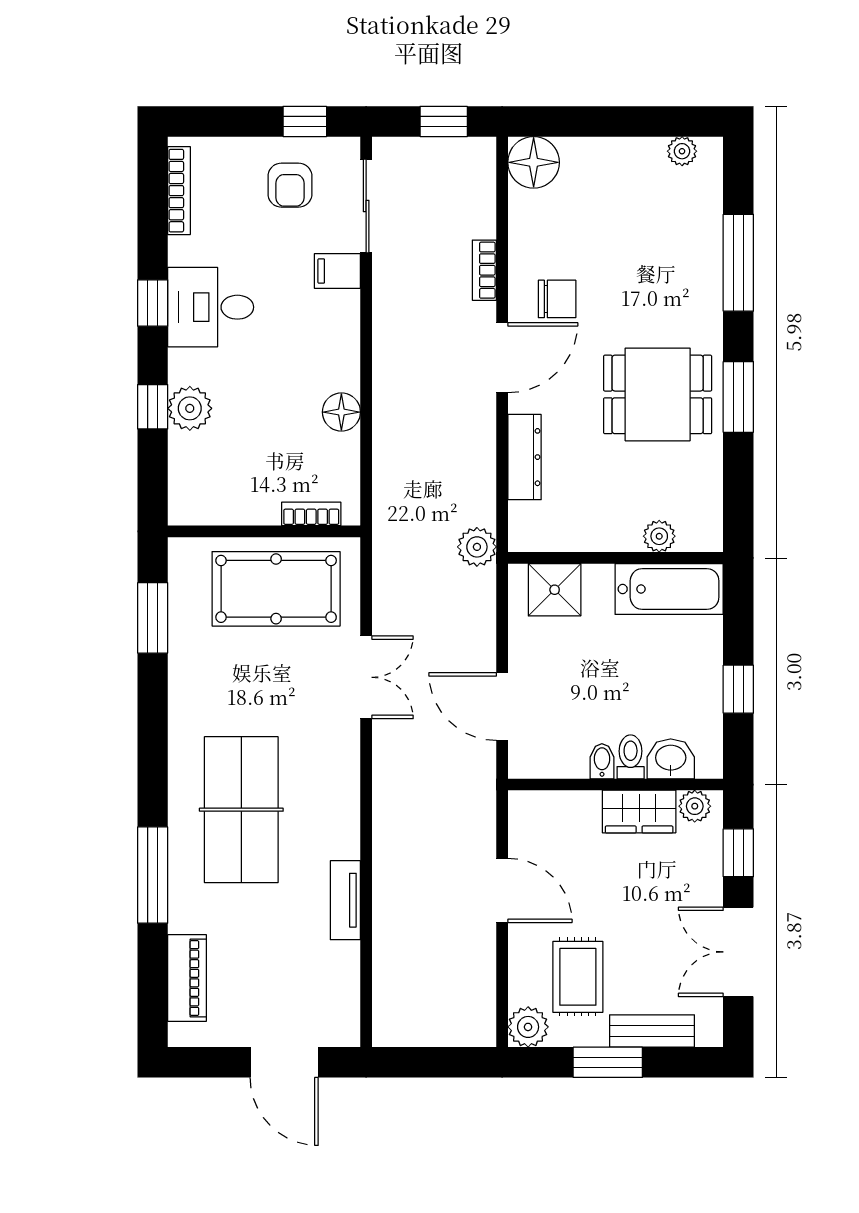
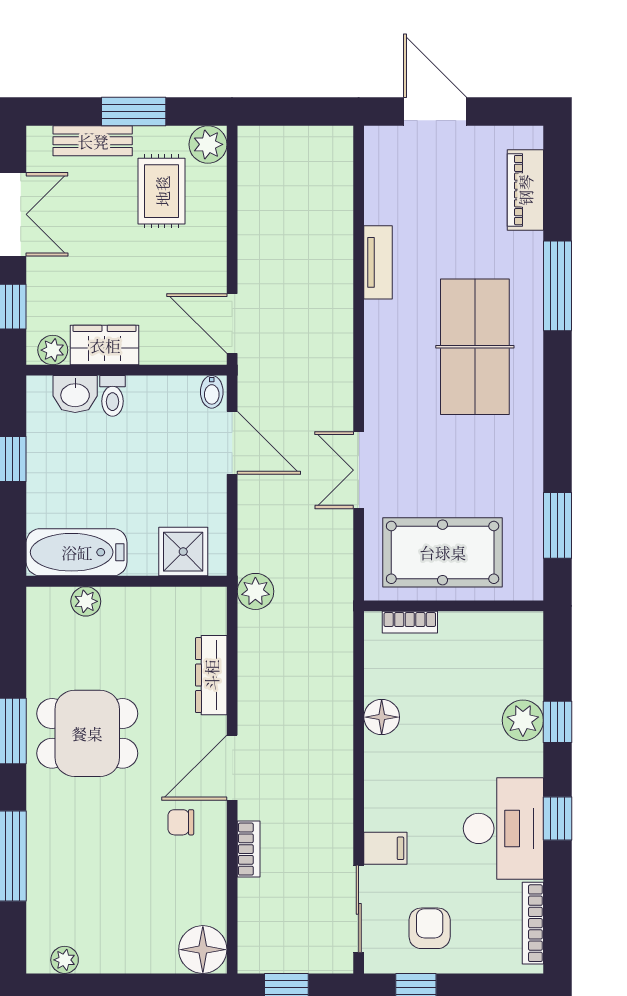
chair: (557, 299) -> (181, 822), width x0.73, depth x0.73
desk: (211, 307) -> (503, 828), width x1.37
bidet: (602, 761) -> (212, 392), moved
door: (502, 890) -> (232, 323), moved

